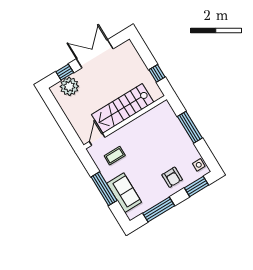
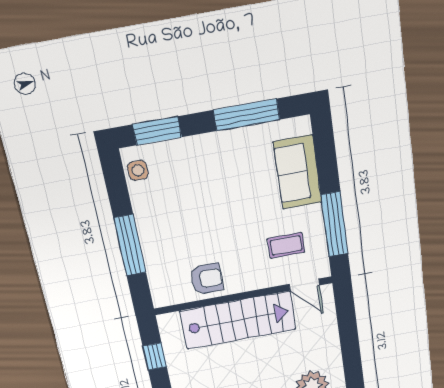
door: (97, 139) -> (304, 285), hinge flipped
armchair: (172, 177) -> (207, 279), moved, turned 90
window: (104, 189) -> (334, 224), moved

